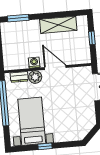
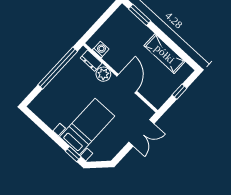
washing machine: (34, 63) -> (101, 49), moved
bed with nightstands: (32, 121) -> (87, 127), moved
window: (45, 146) -> (73, 154), moved

